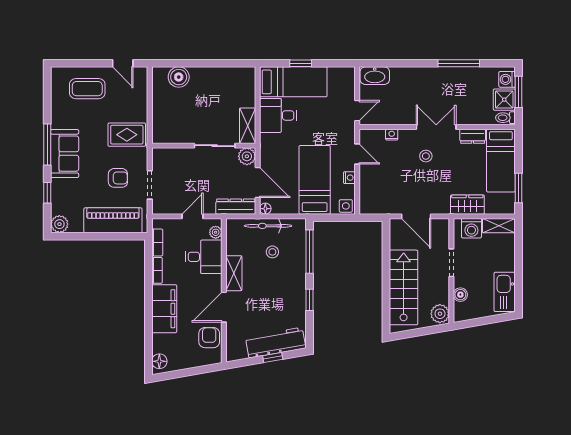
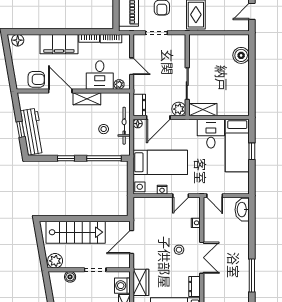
dresser: (236, 207) -> (139, 105), width x0.70

